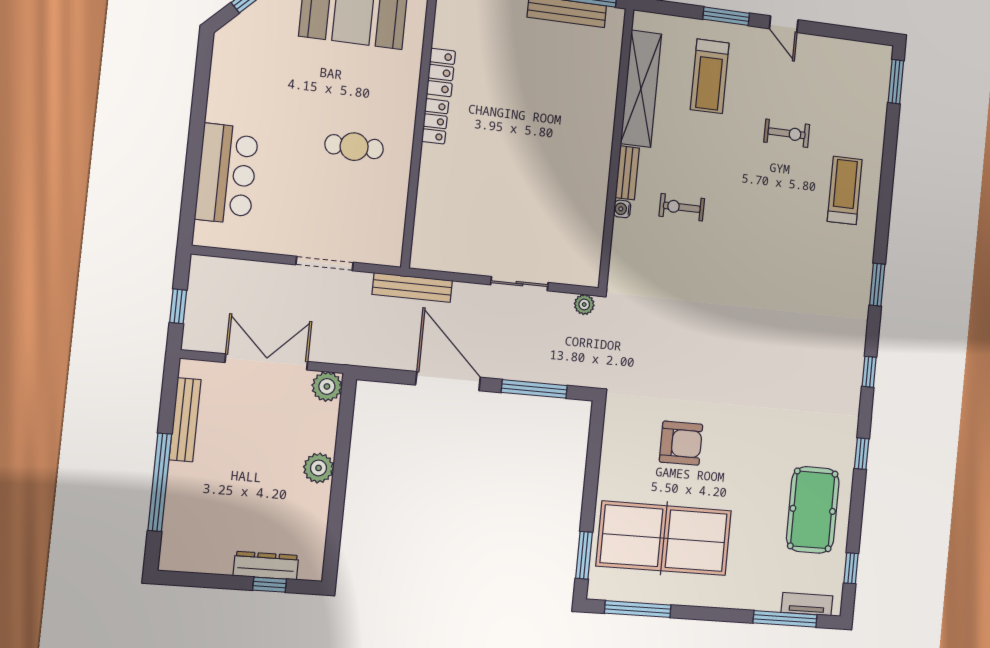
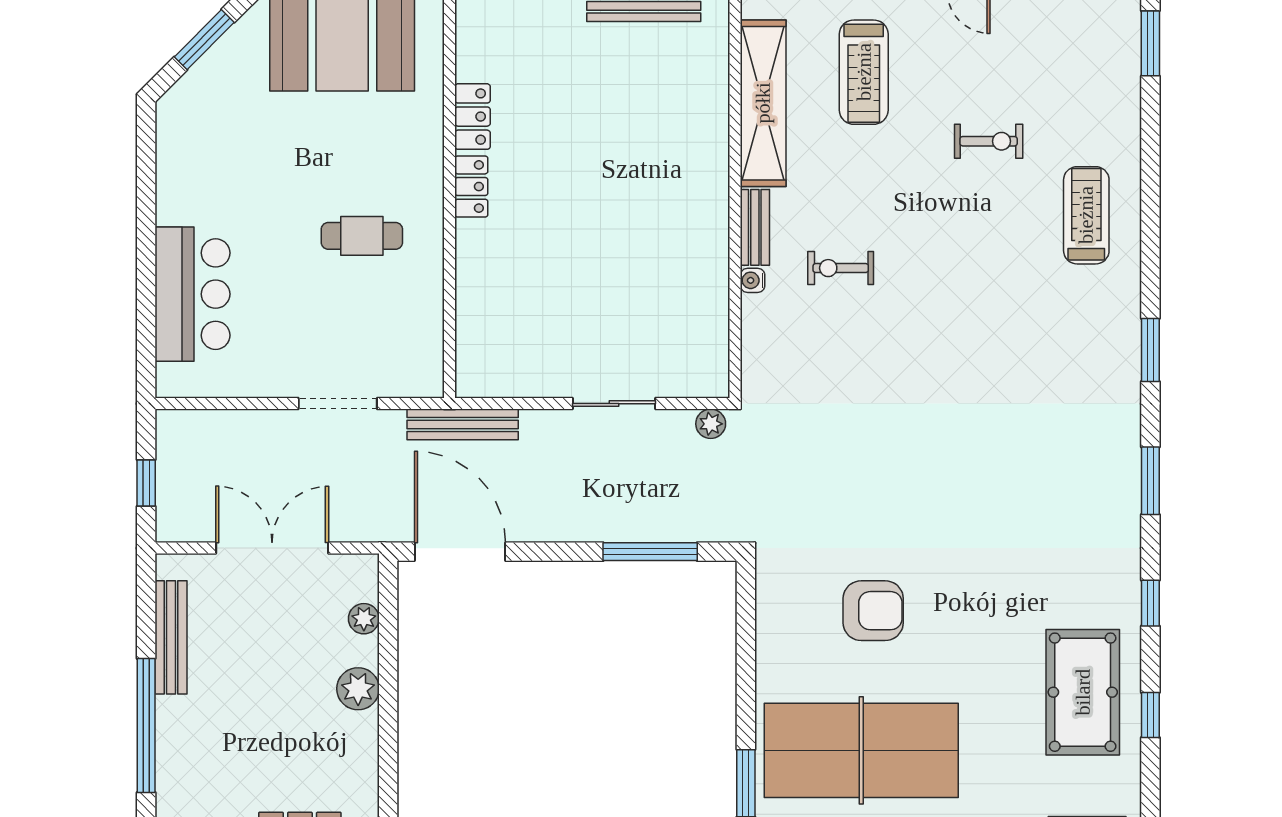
window: (869, 372) -> (1150, 481), width x1.50
door: (448, 381) -> (460, 552), moved
plant: (327, 386) -> (364, 619), moved, width x0.73, depth x0.73
window: (851, 568) -> (1150, 715), moved

